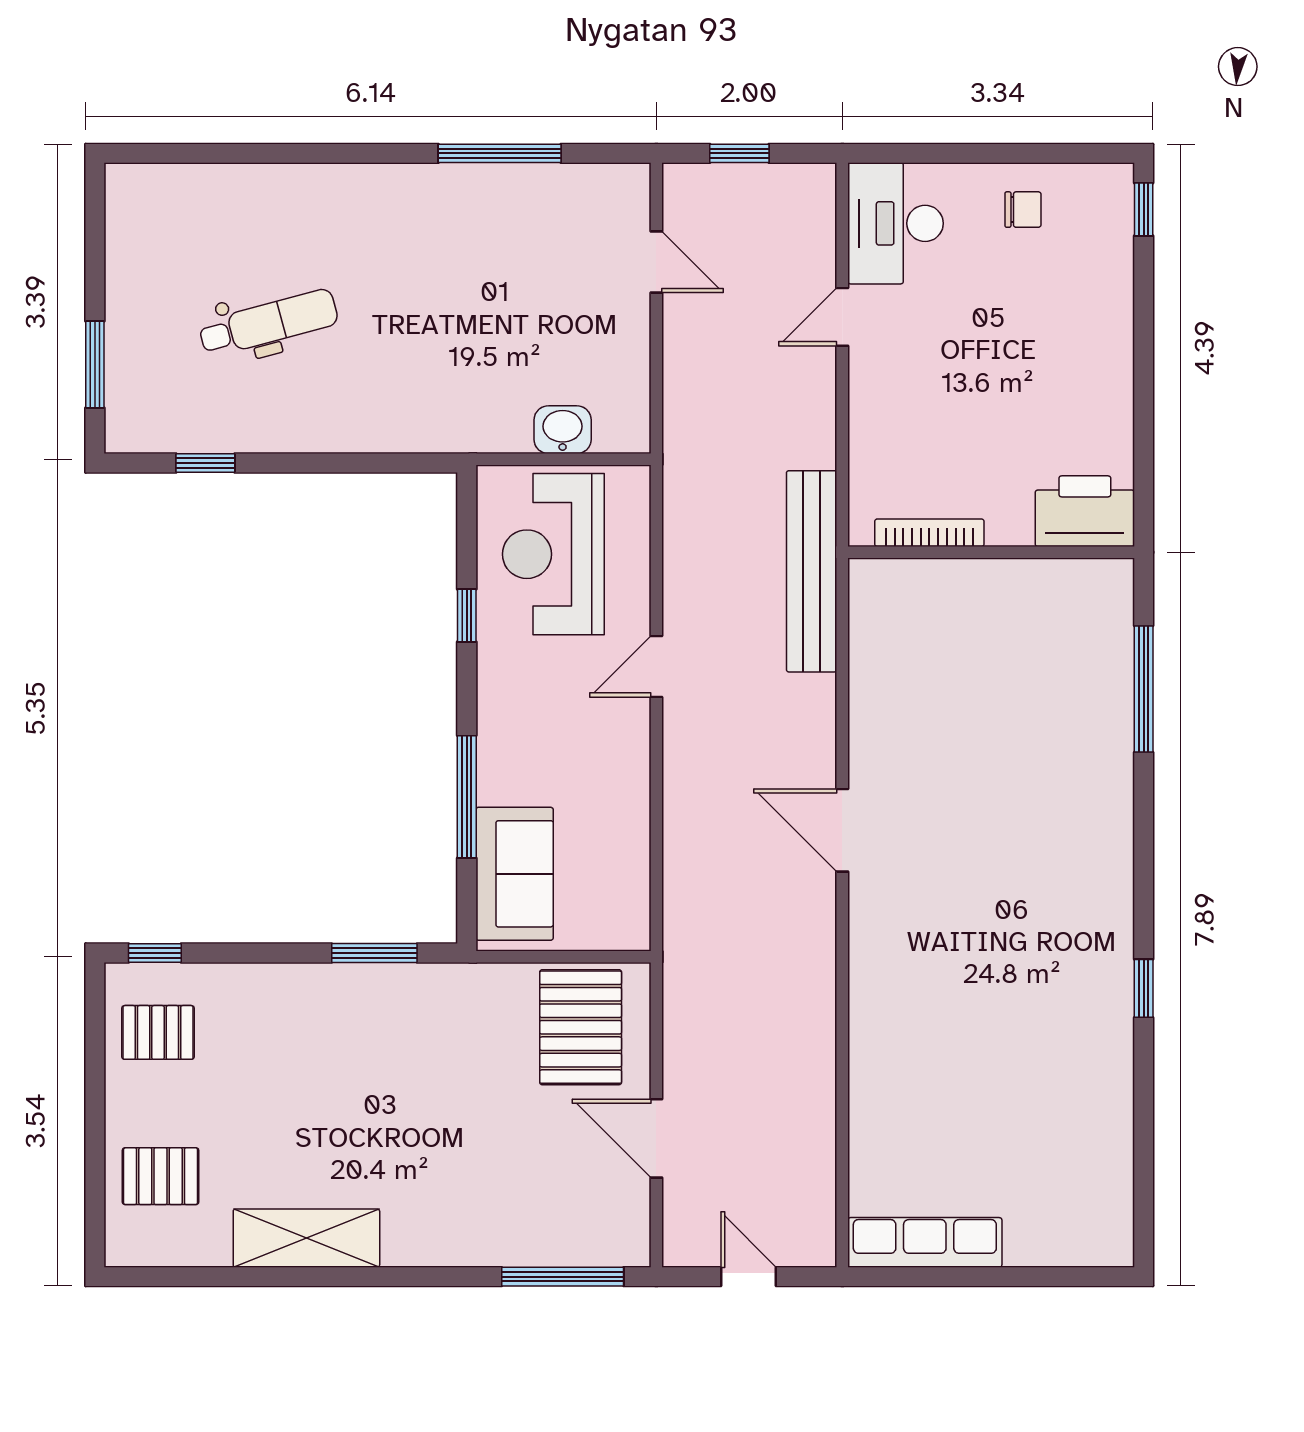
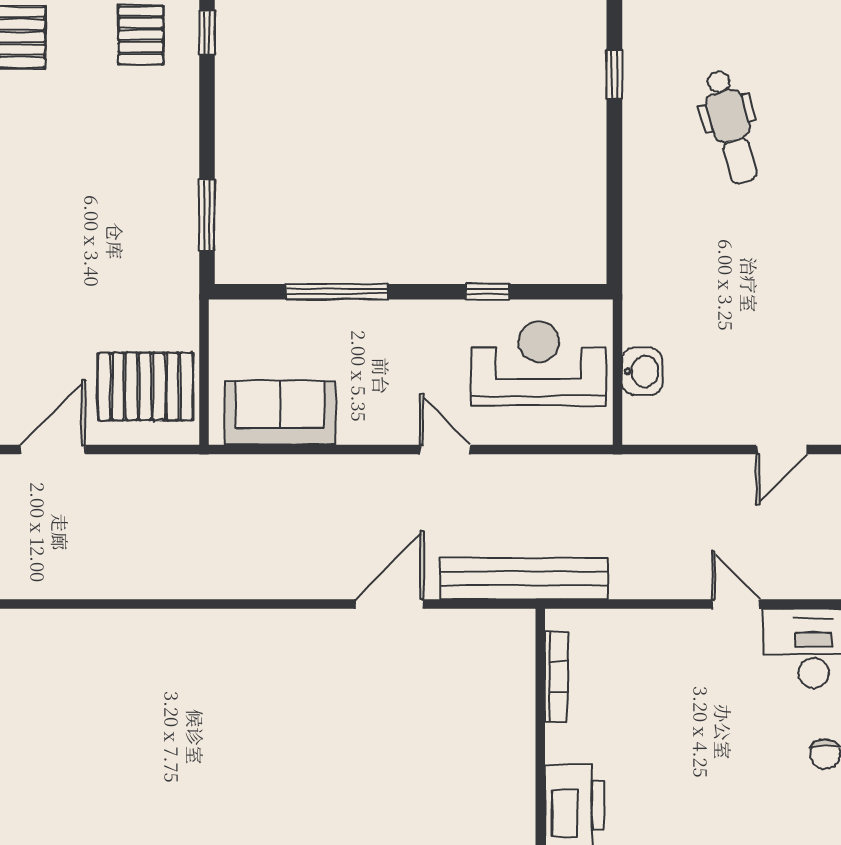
door: (842, 830) -> (390, 604), moved
sofa: (515, 874) -> (280, 413), moved, turned 180

